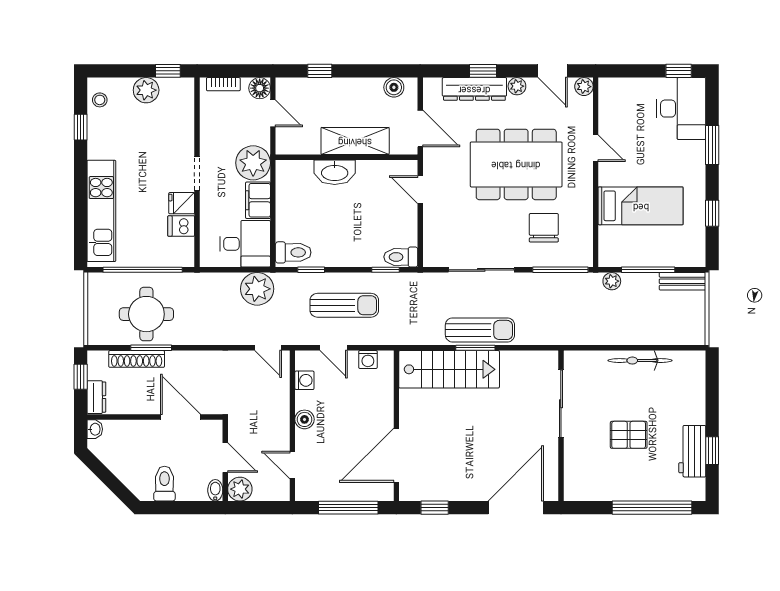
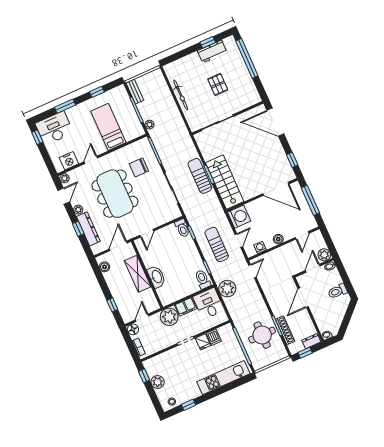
nightstand: (611, 108) -> (69, 161), added
washing machine: (368, 359) -> (239, 217), width x1.89, depth x1.89

